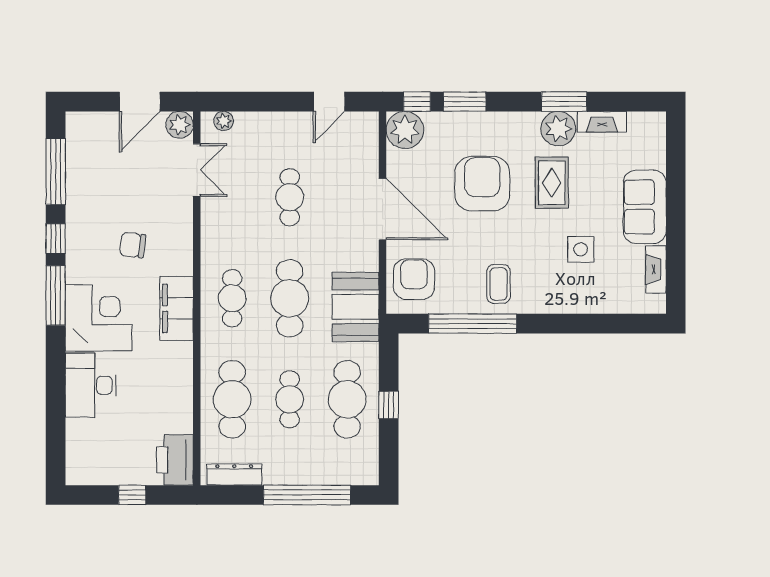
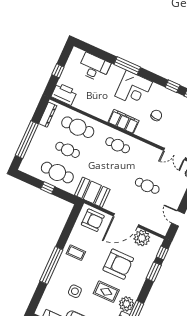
plant: (405, 130) -> (142, 238), moved
window: (56, 295) -> (127, 66), moved
cafe table: (290, 298) -> (107, 168), removed
window: (473, 324) -> (51, 265), moved
desk: (91, 385) -> (94, 67), moved

